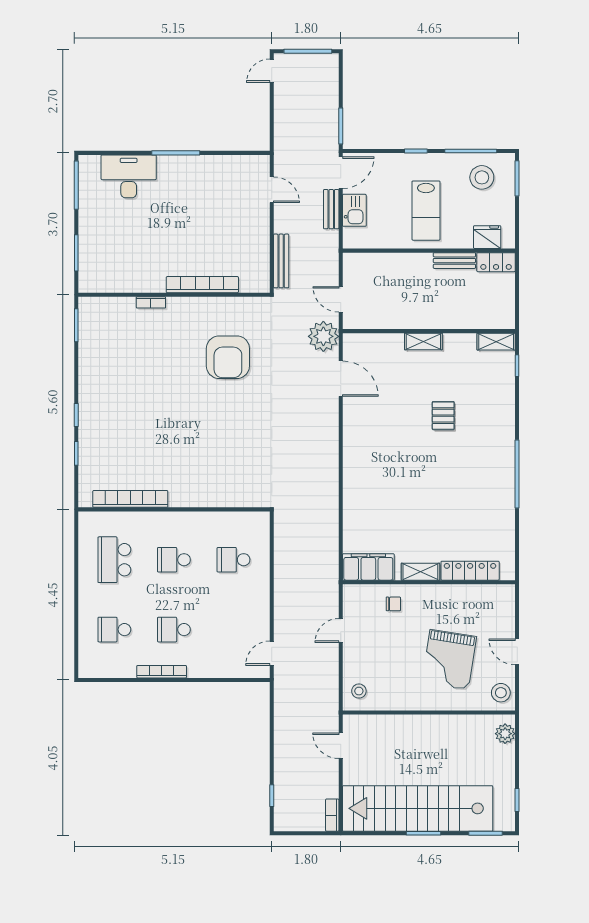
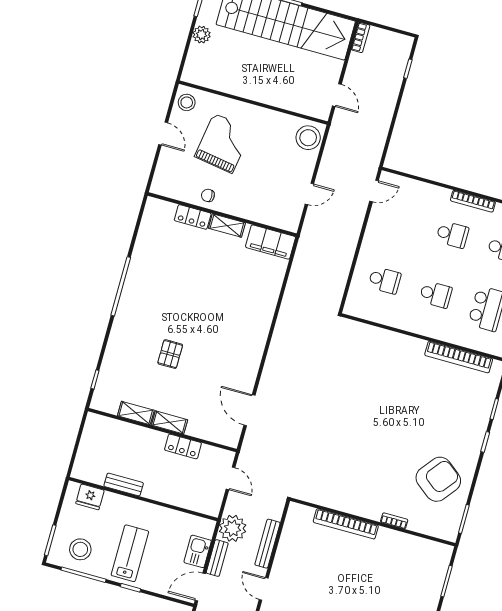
lab bench: (426, 211) -> (130, 553), moved
bench: (281, 261) -> (267, 544), moved
locker: (496, 262) -> (183, 446), moved, turned 180
plant: (323, 336) -> (233, 528), moved
shelving: (496, 342) -> (136, 413), moved
armchair: (228, 357) -> (438, 479), moved, turned 38
locker: (470, 571) -> (193, 217), width x0.66
chair: (393, 604) -> (208, 195), moved
stool: (359, 691) -> (308, 138), width x1.89, depth x1.89
plant: (505, 734) -> (202, 35), moved

